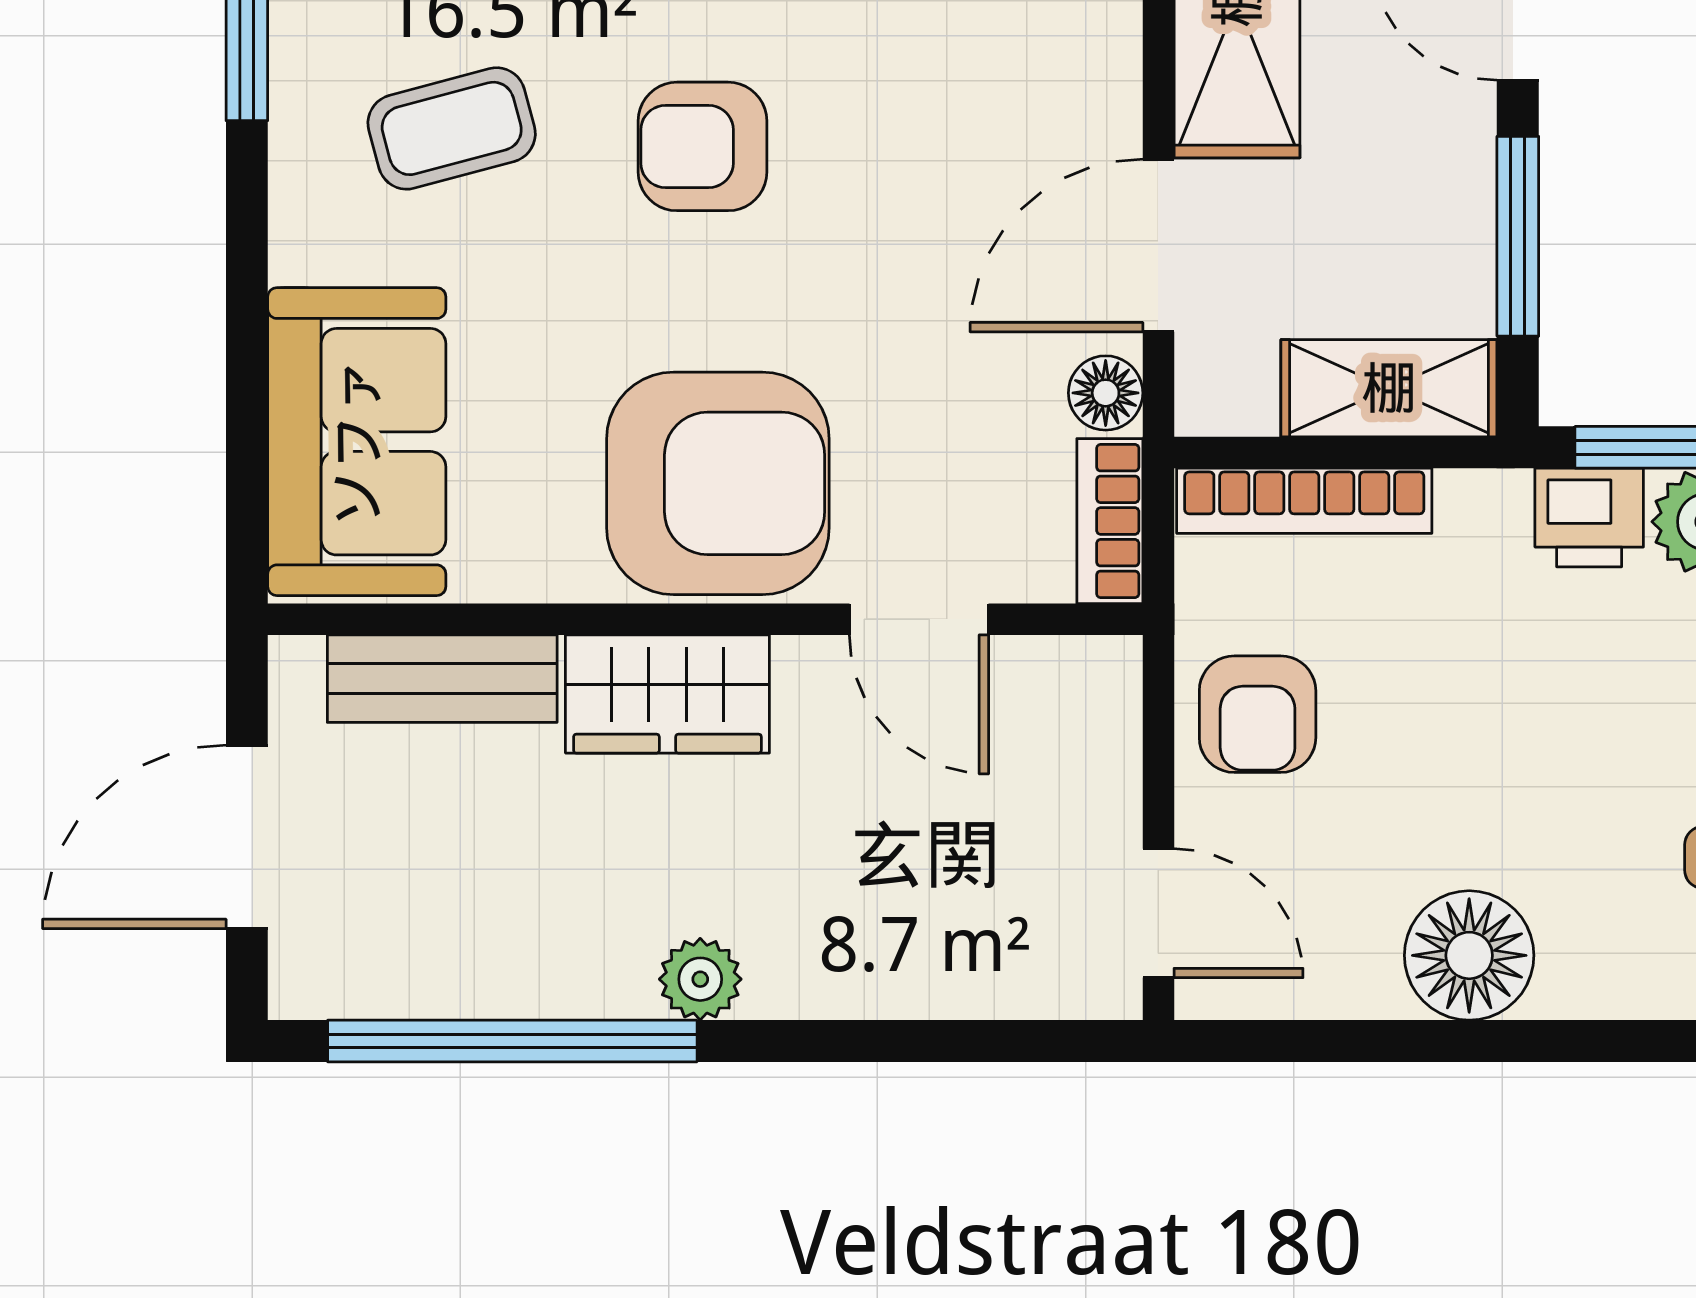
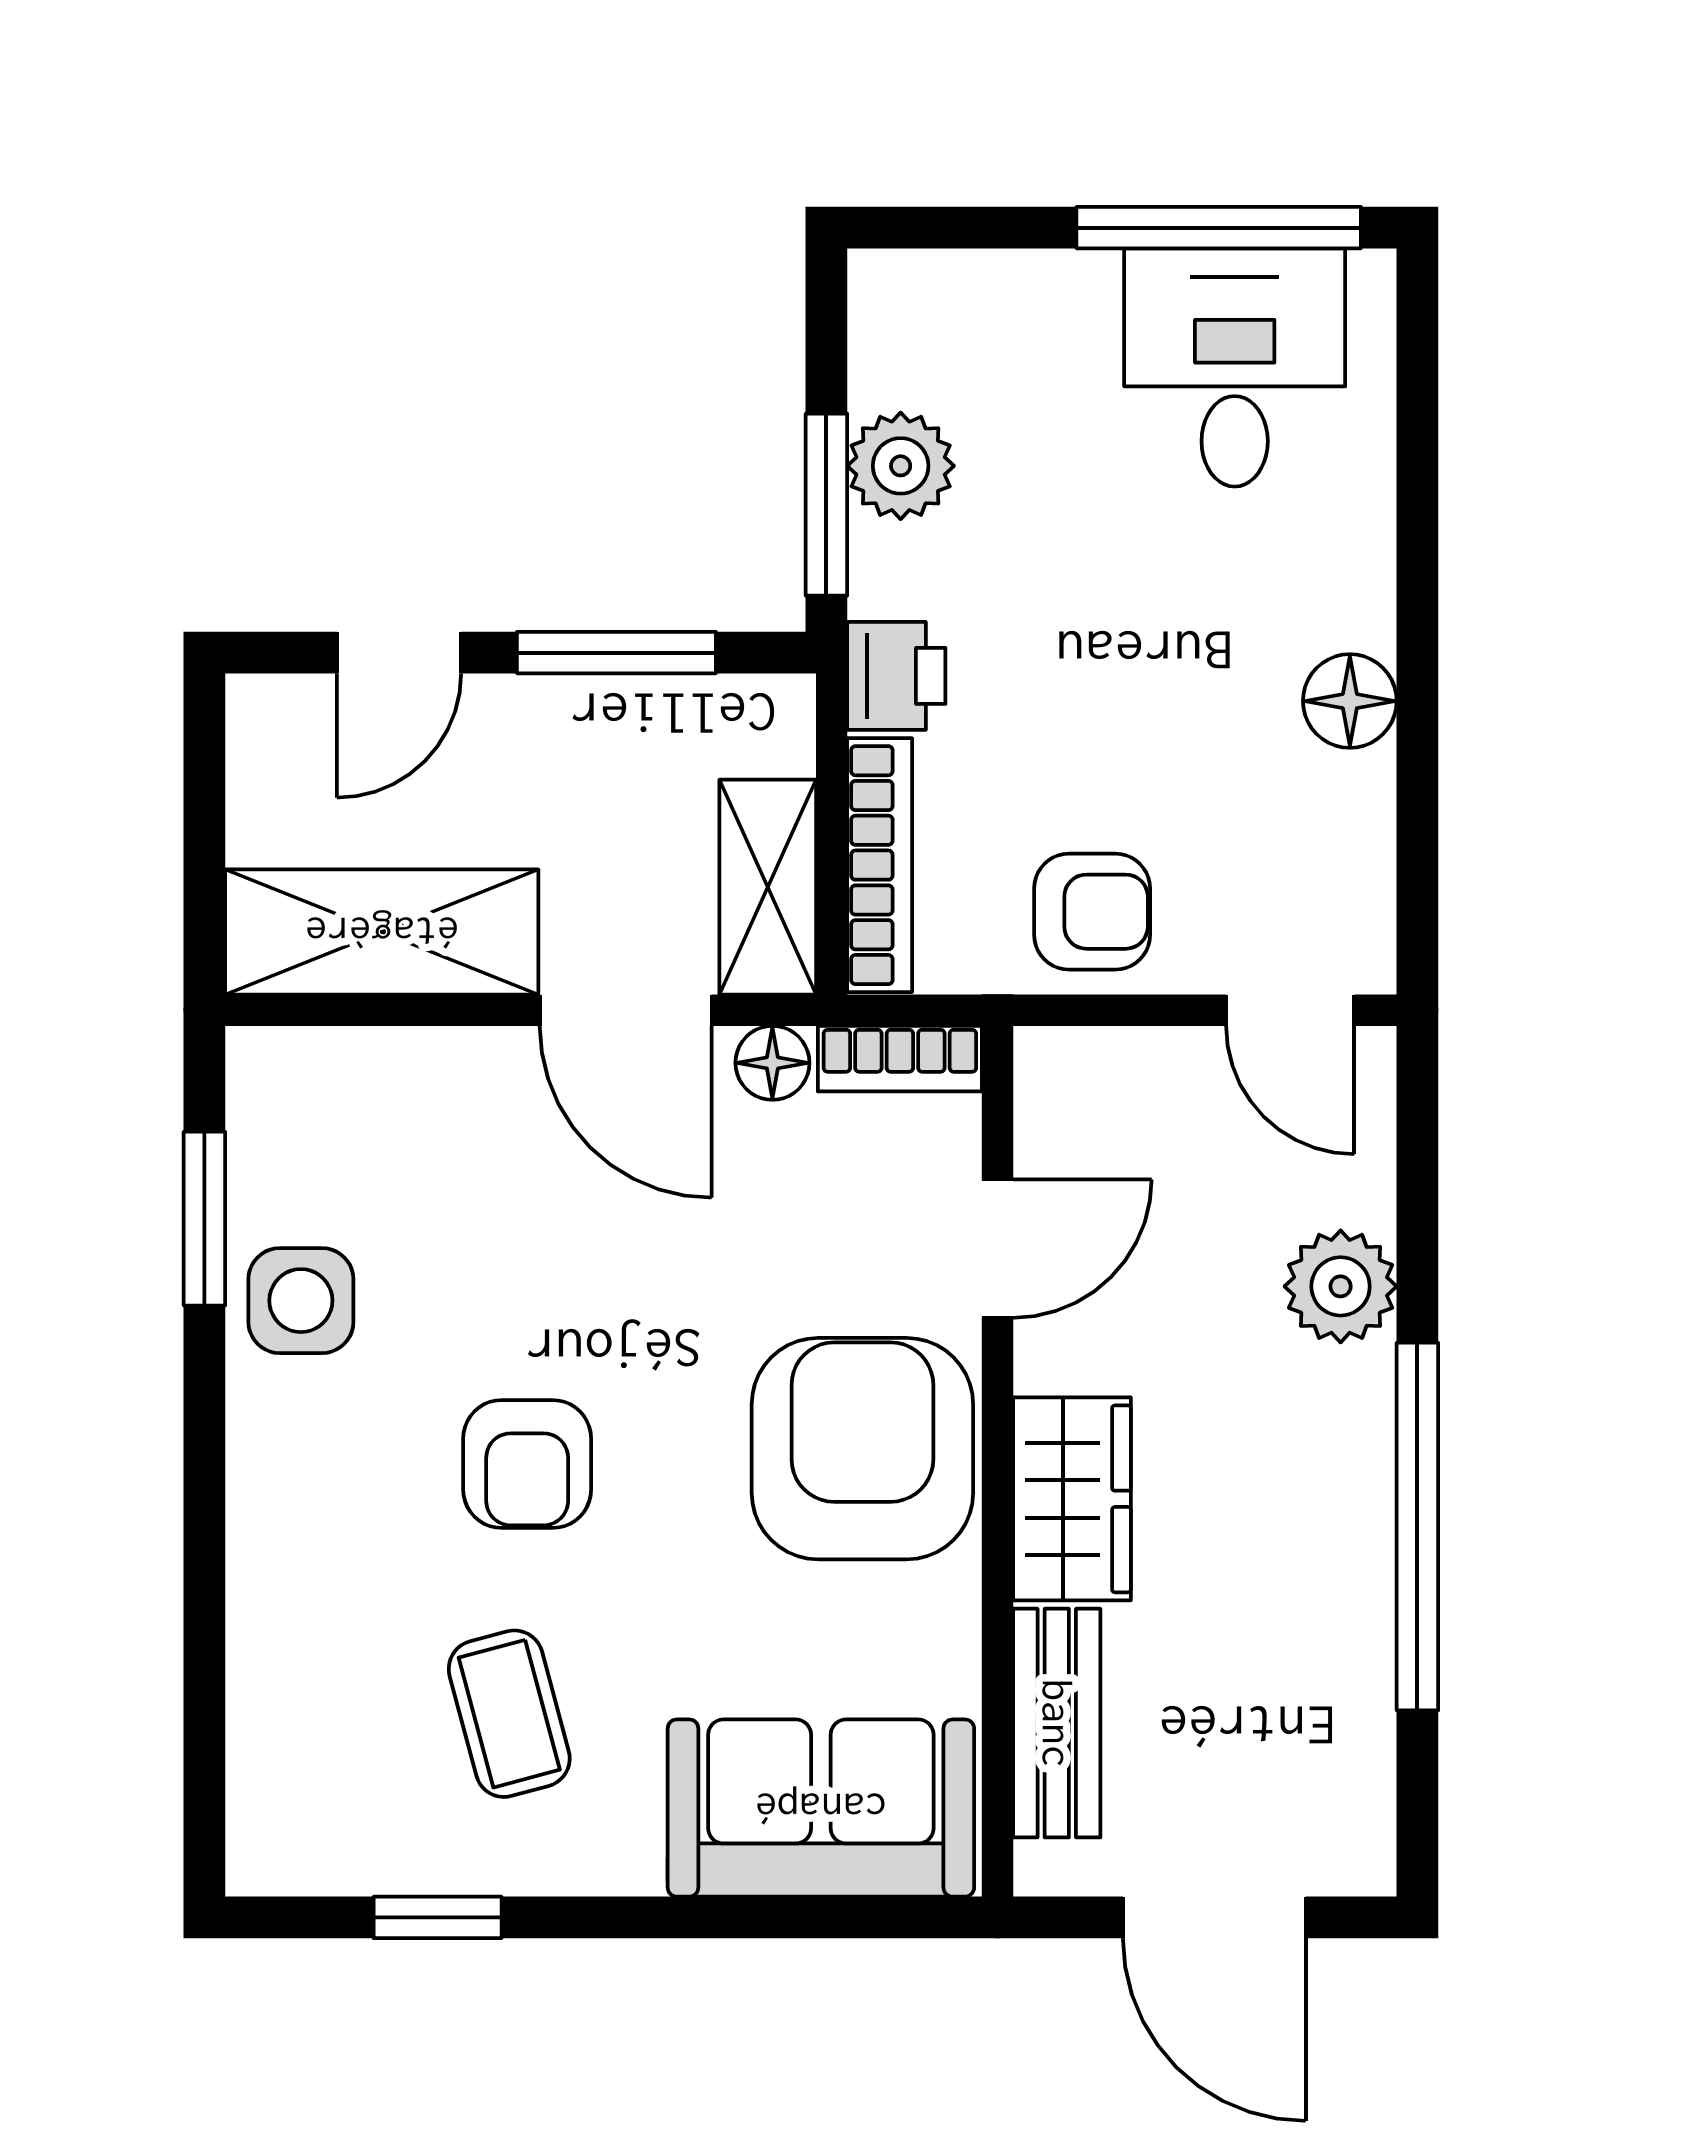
shelving: (1389, 388) -> (768, 887), moved
printer: (1589, 517) -> (896, 676), moved
door: (1158, 913) -> (1290, 1010), swing flipped
floor lamp: (1469, 955) -> (1350, 701), width x0.73, depth x0.73
plant: (700, 979) -> (1341, 1286), moved, width x1.38, depth x1.38
window: (512, 1041) -> (1417, 1527), moved

